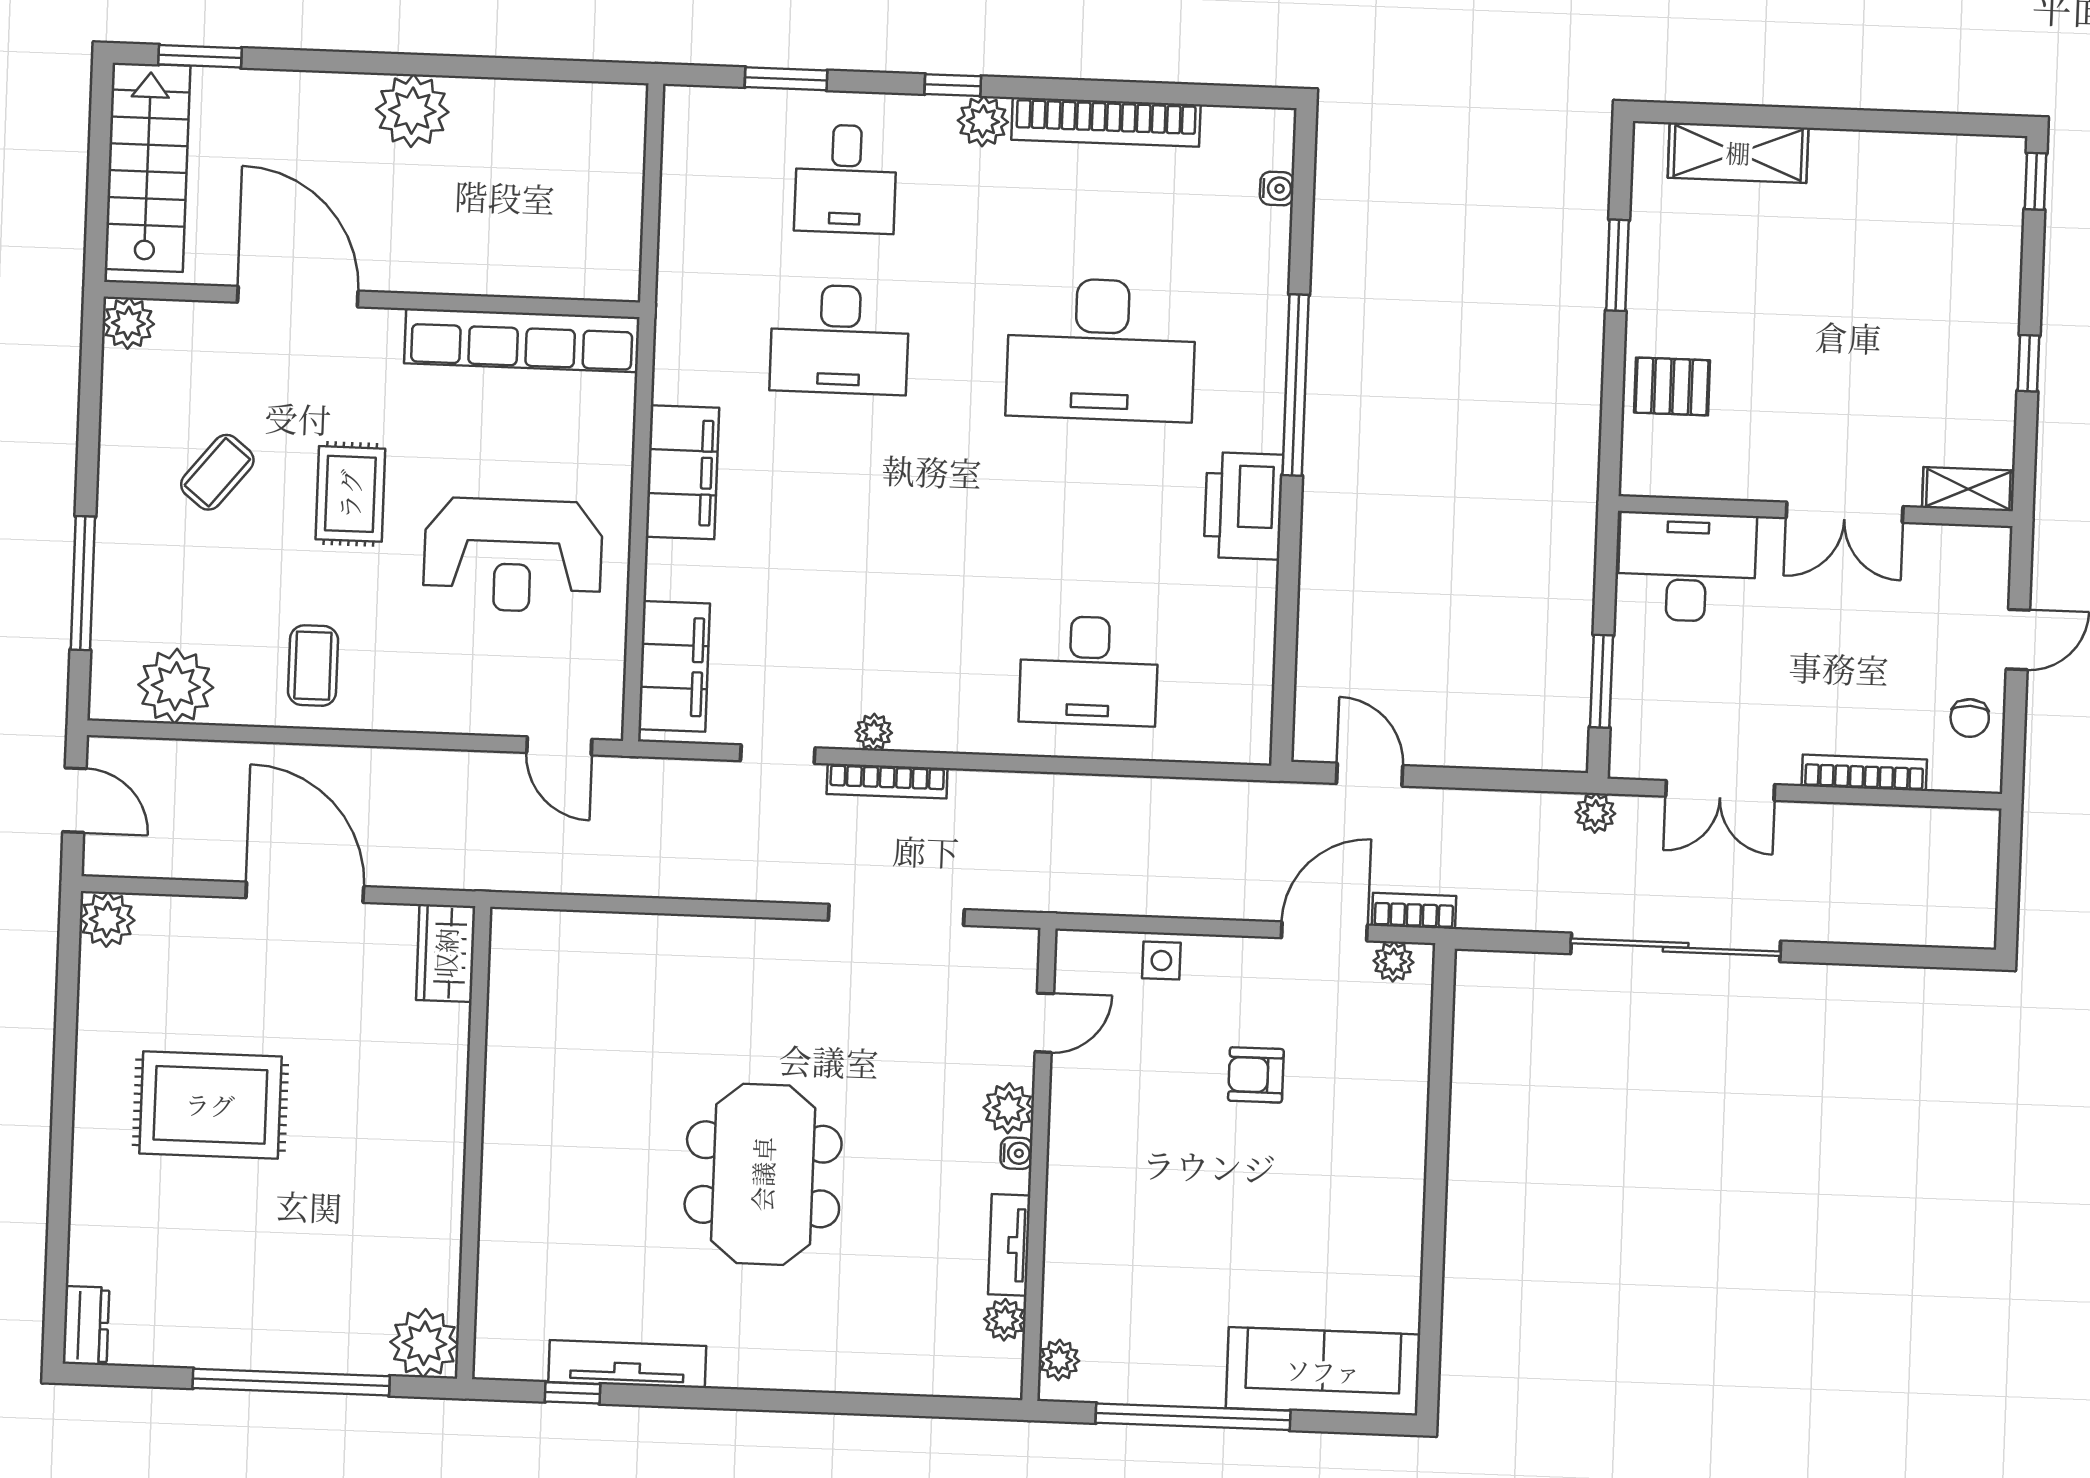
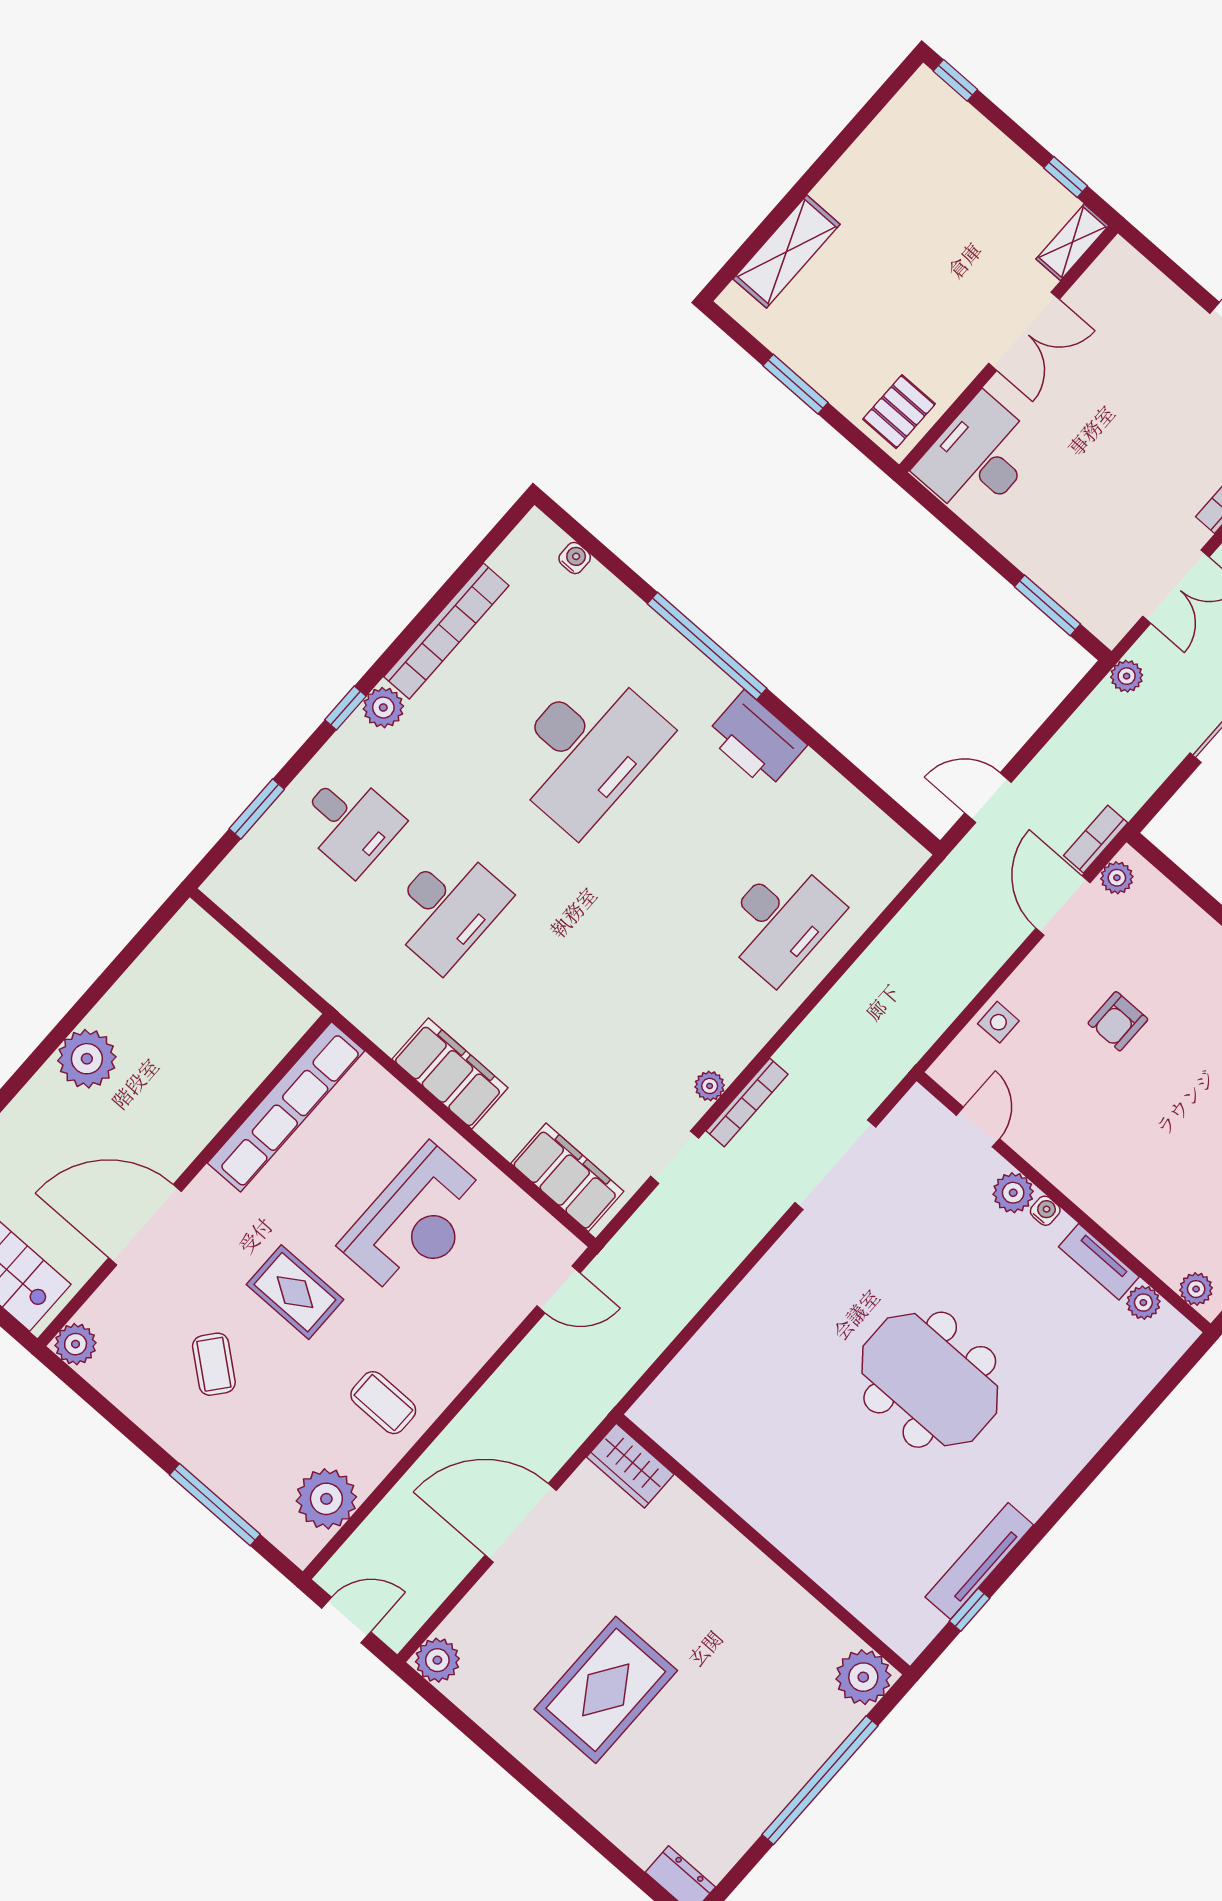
shelving: (1968, 489) -> (1072, 242), moved
wall: (1815, 511) -> (1008, 349), moved
double door: (1845, 512) -> (1024, 331), moved
desk: (1687, 567) -> (978, 458), moved

